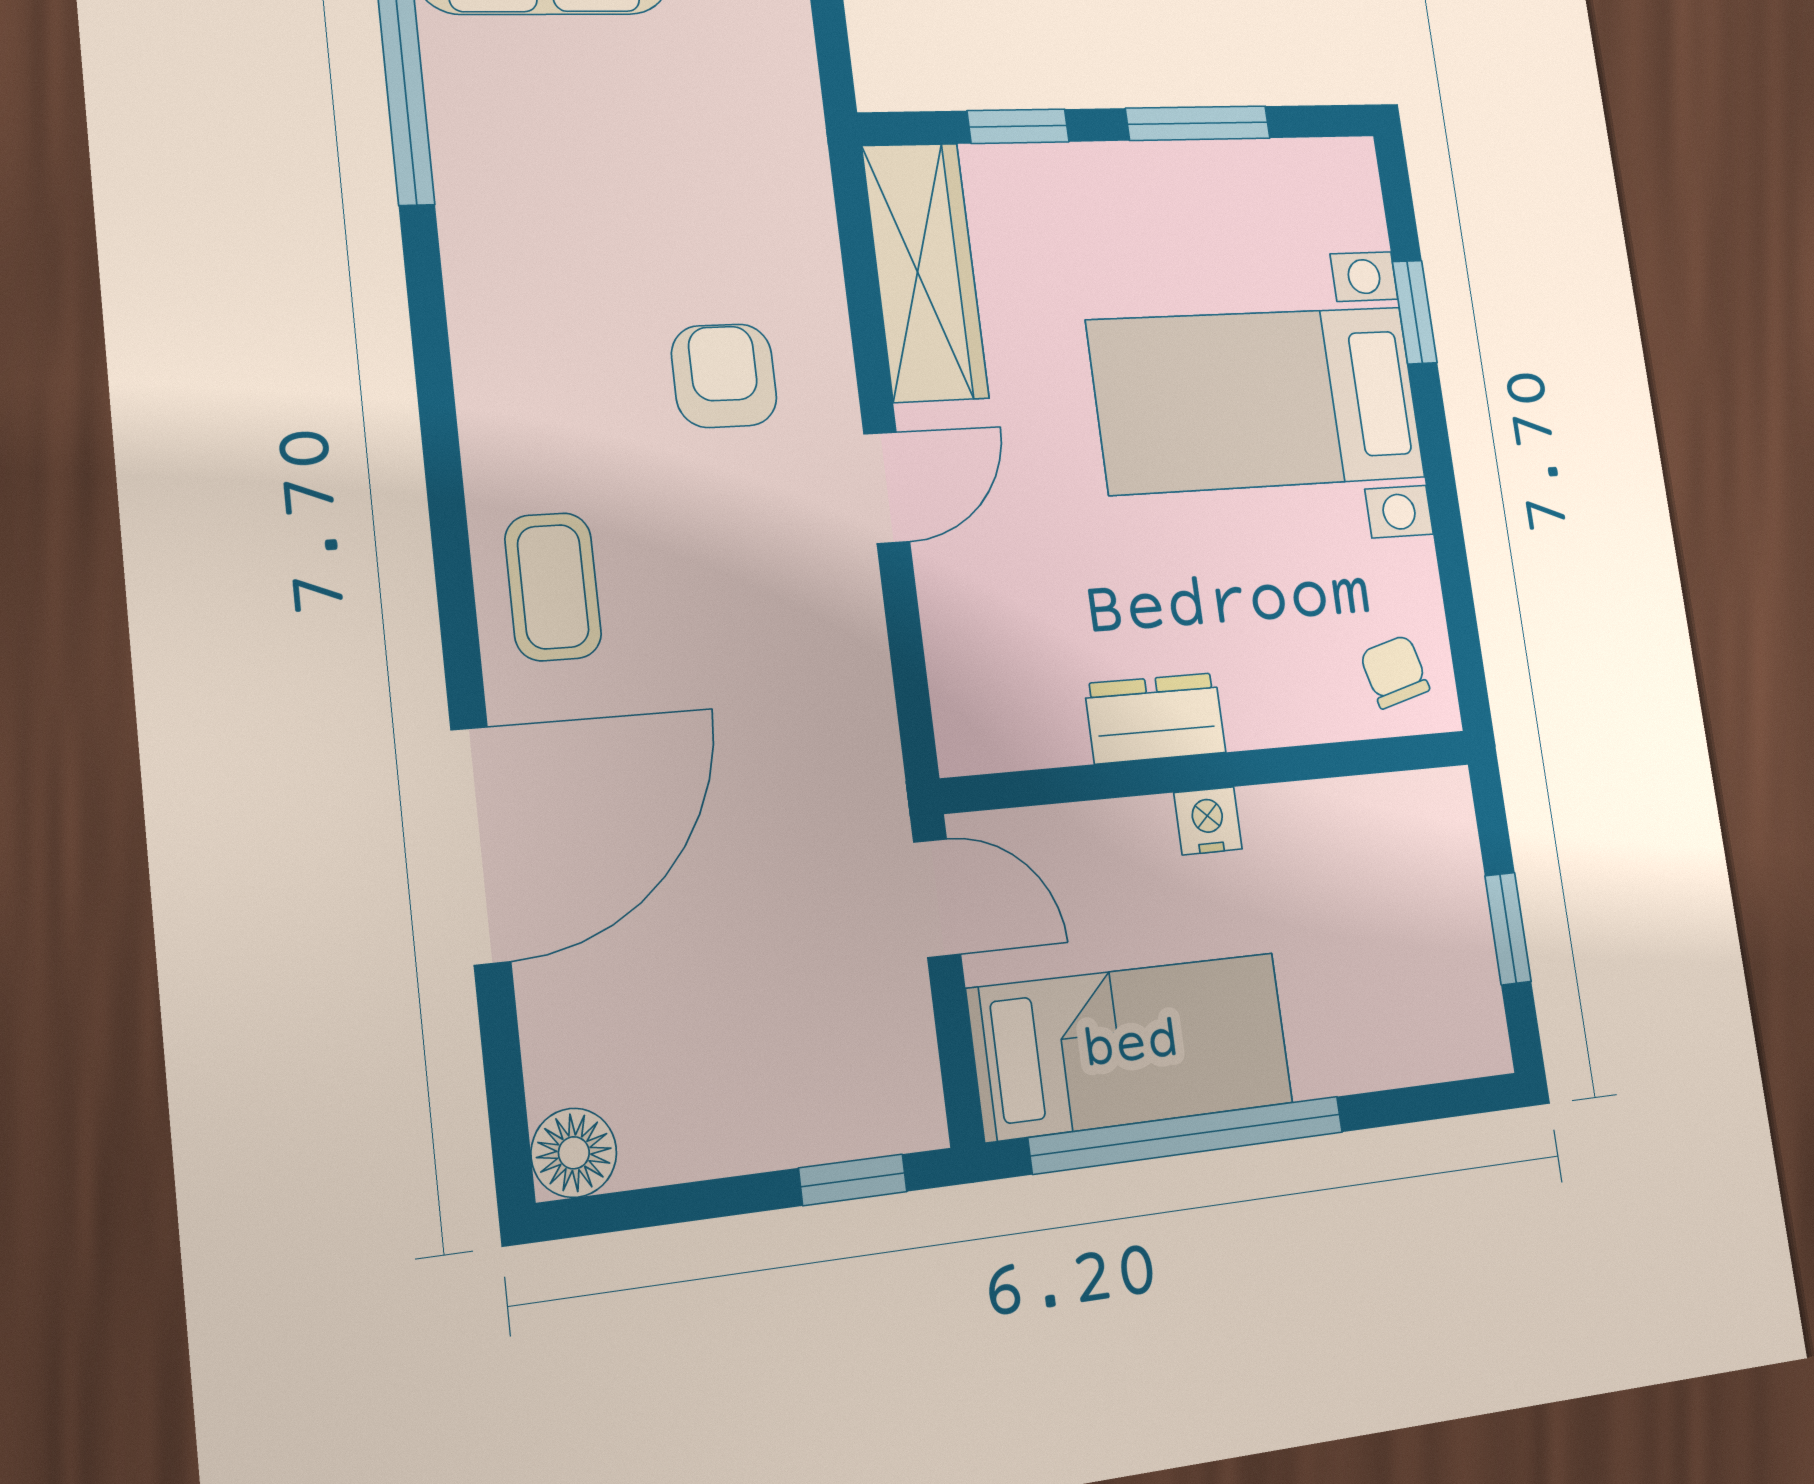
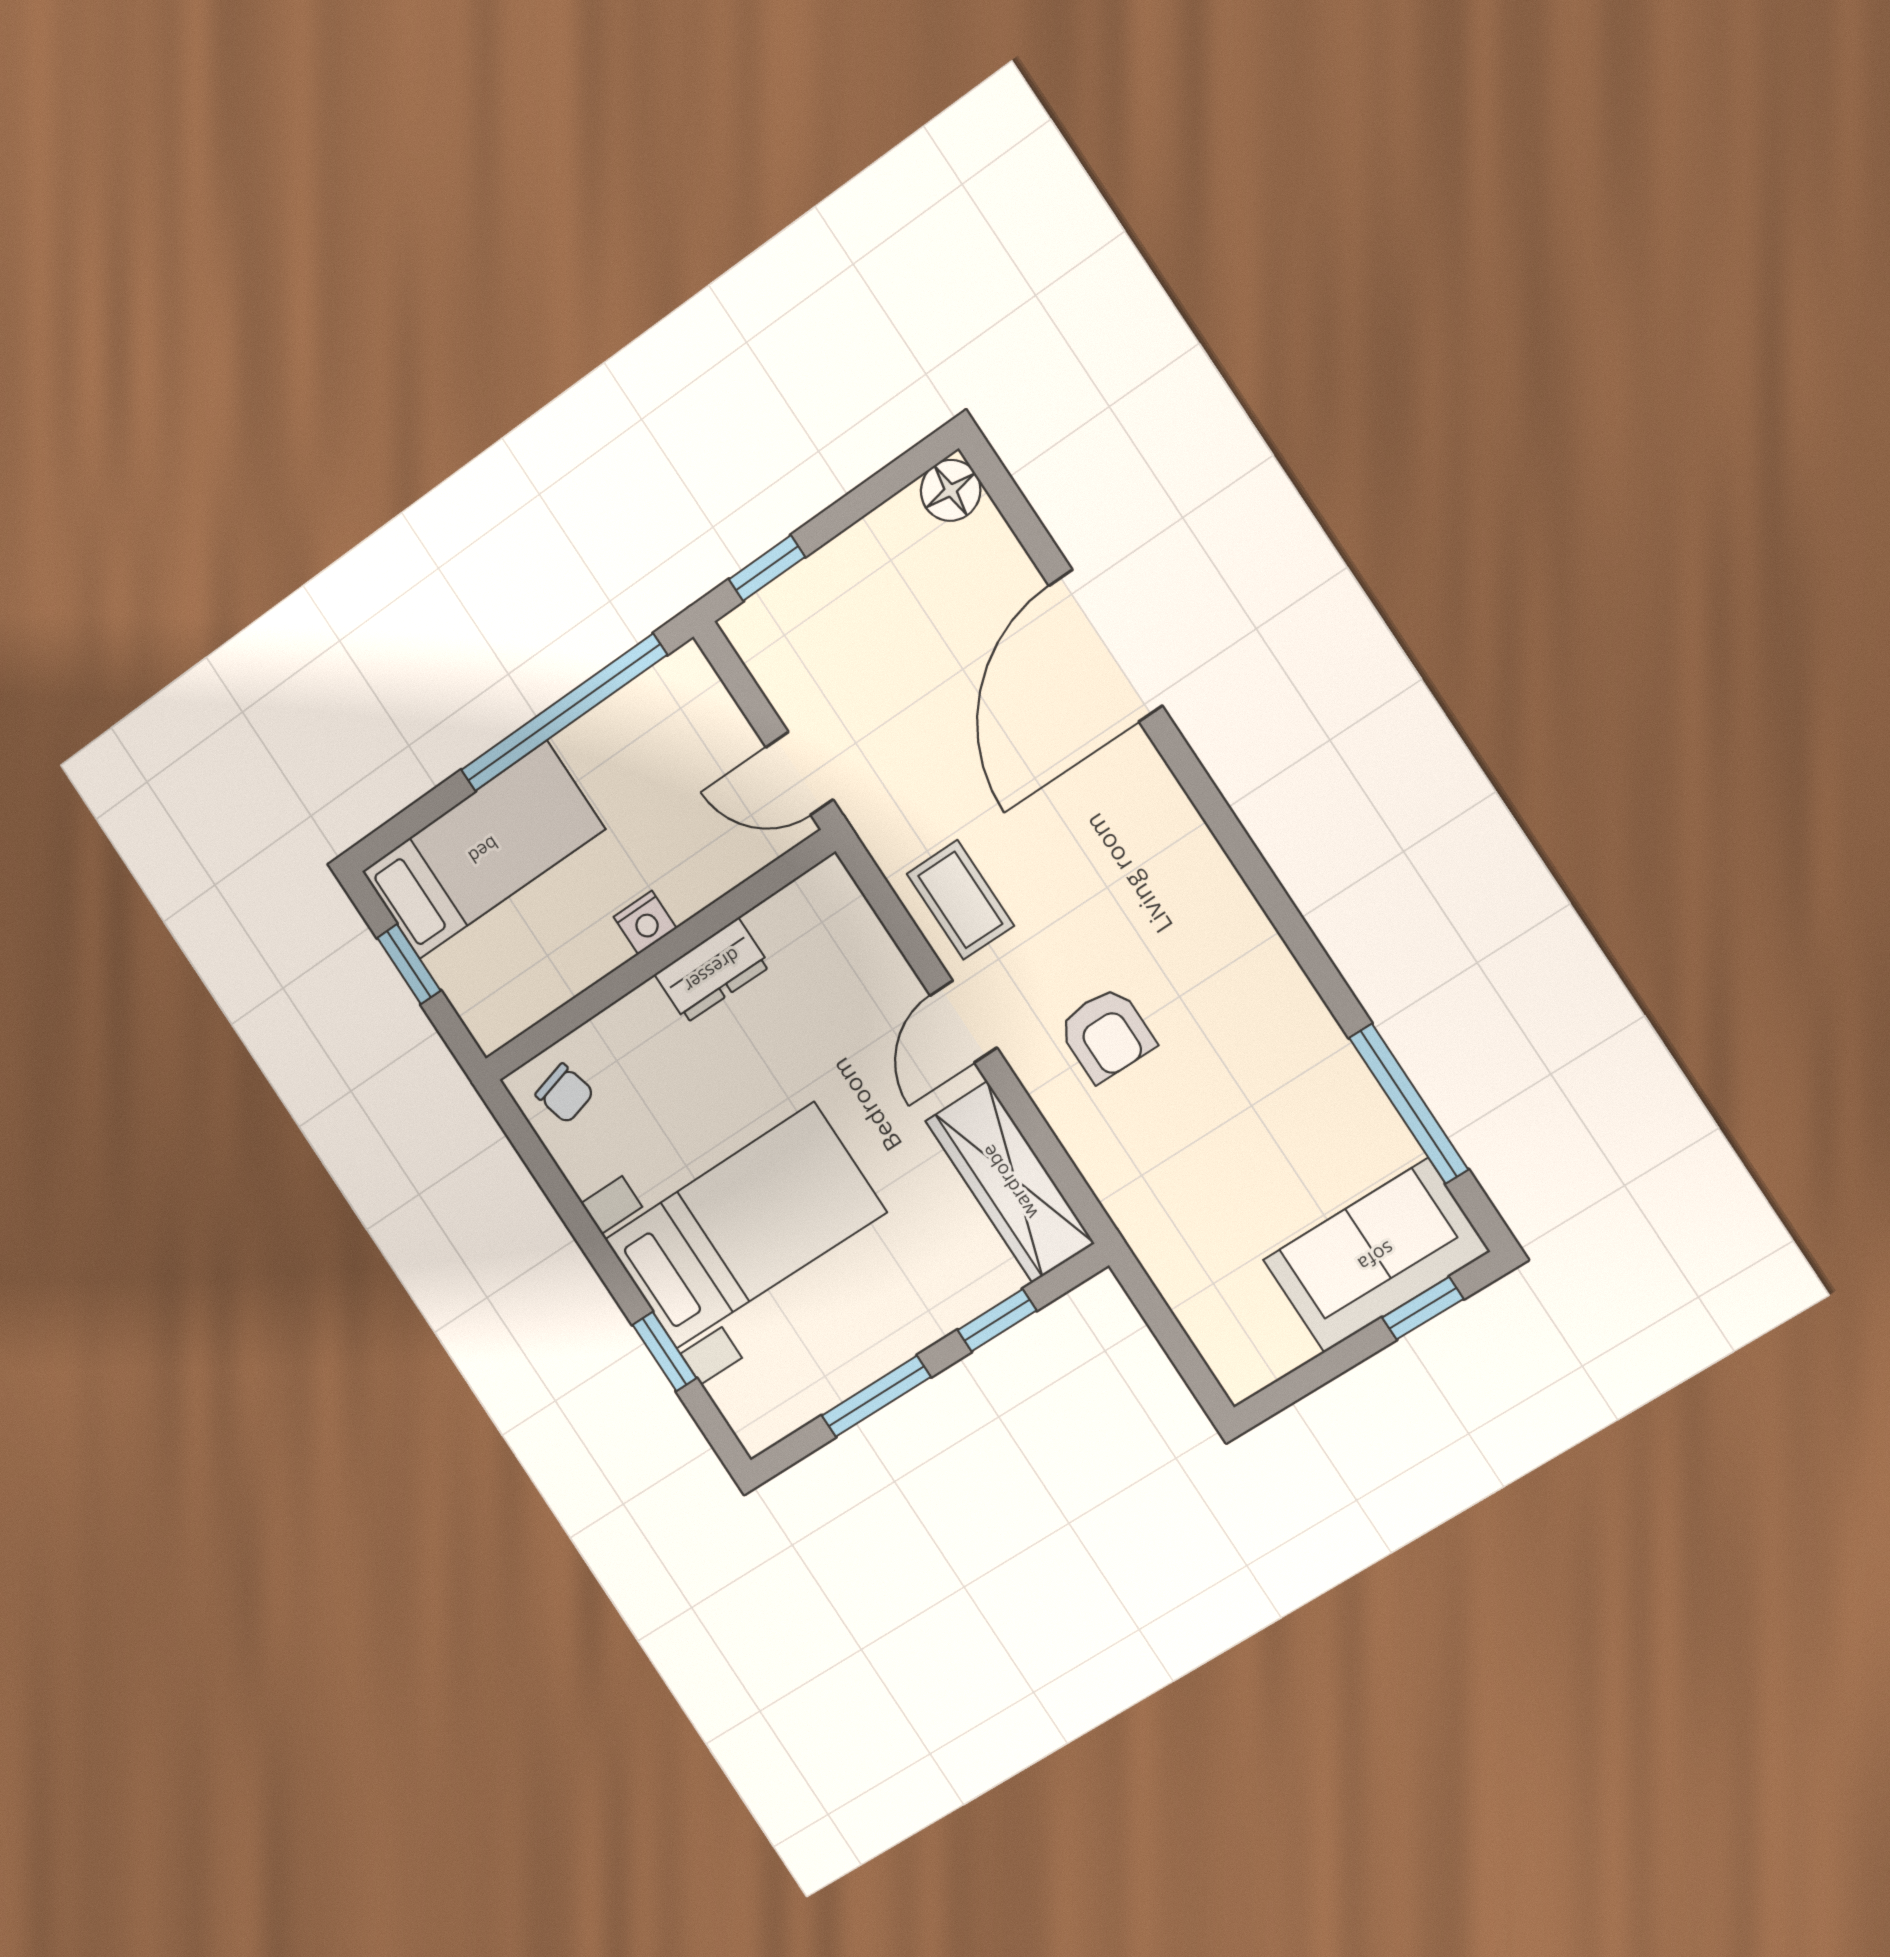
coffee table: (553, 587) -> (960, 900), moved
bed: (1131, 1046) -> (483, 850), moved, turned 180

